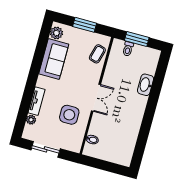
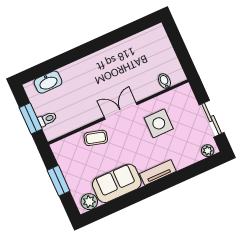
coffee table: (97, 54) -> (96, 138), moved
washbasin: (146, 85) -> (48, 82), moved
tv unit: (37, 101) -> (158, 172), moved
plant: (31, 120) -> (208, 151), moved

